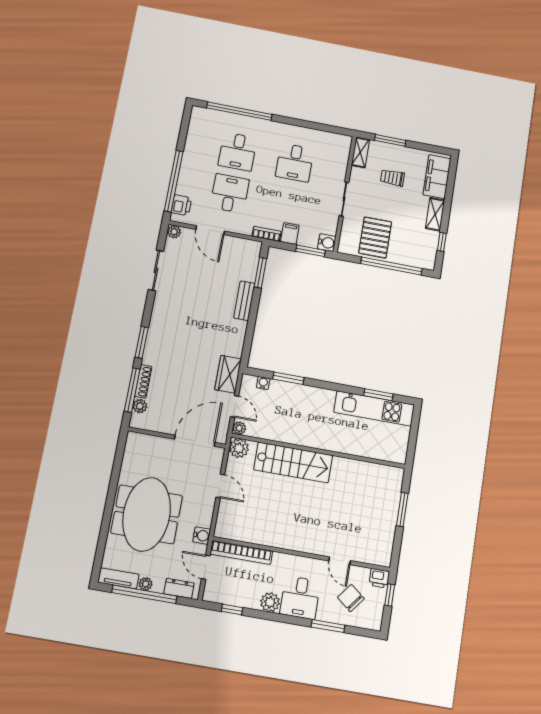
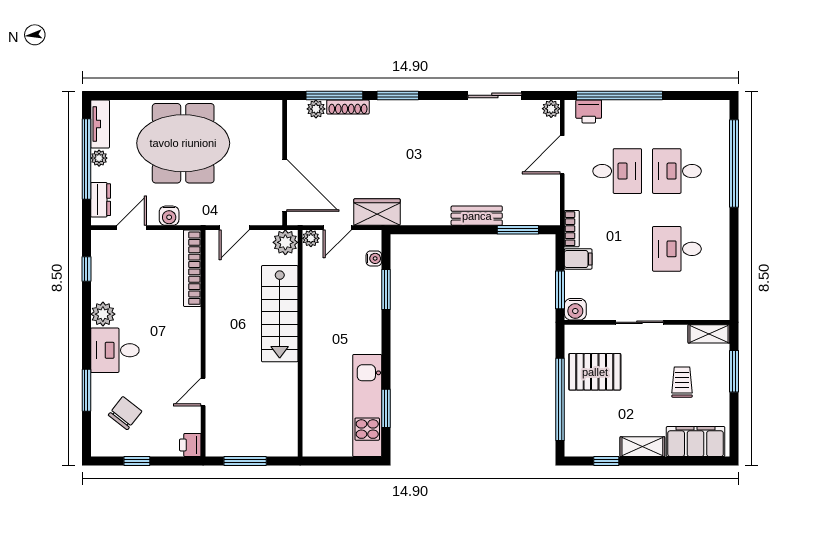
bookcase: (241, 552) -> (192, 268), moved
wall: (302, 554) -> (203, 343), moved
door: (340, 561) -> (203, 392), moved
printer: (379, 578) -> (190, 445), moved

